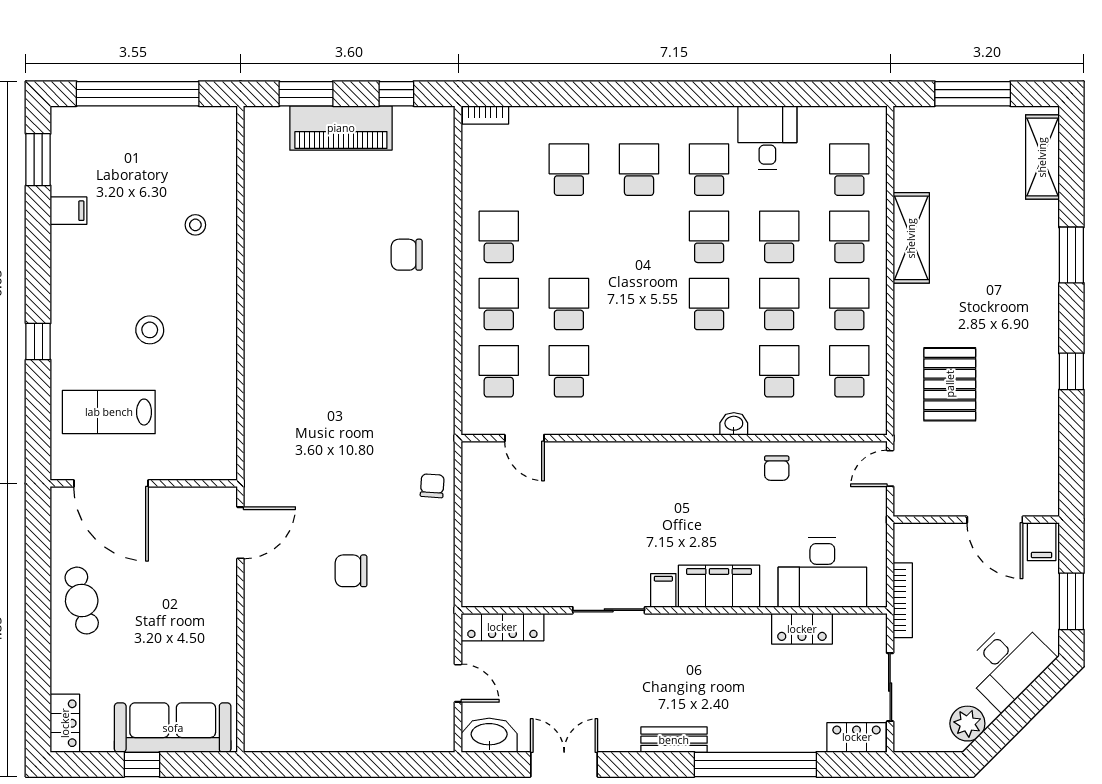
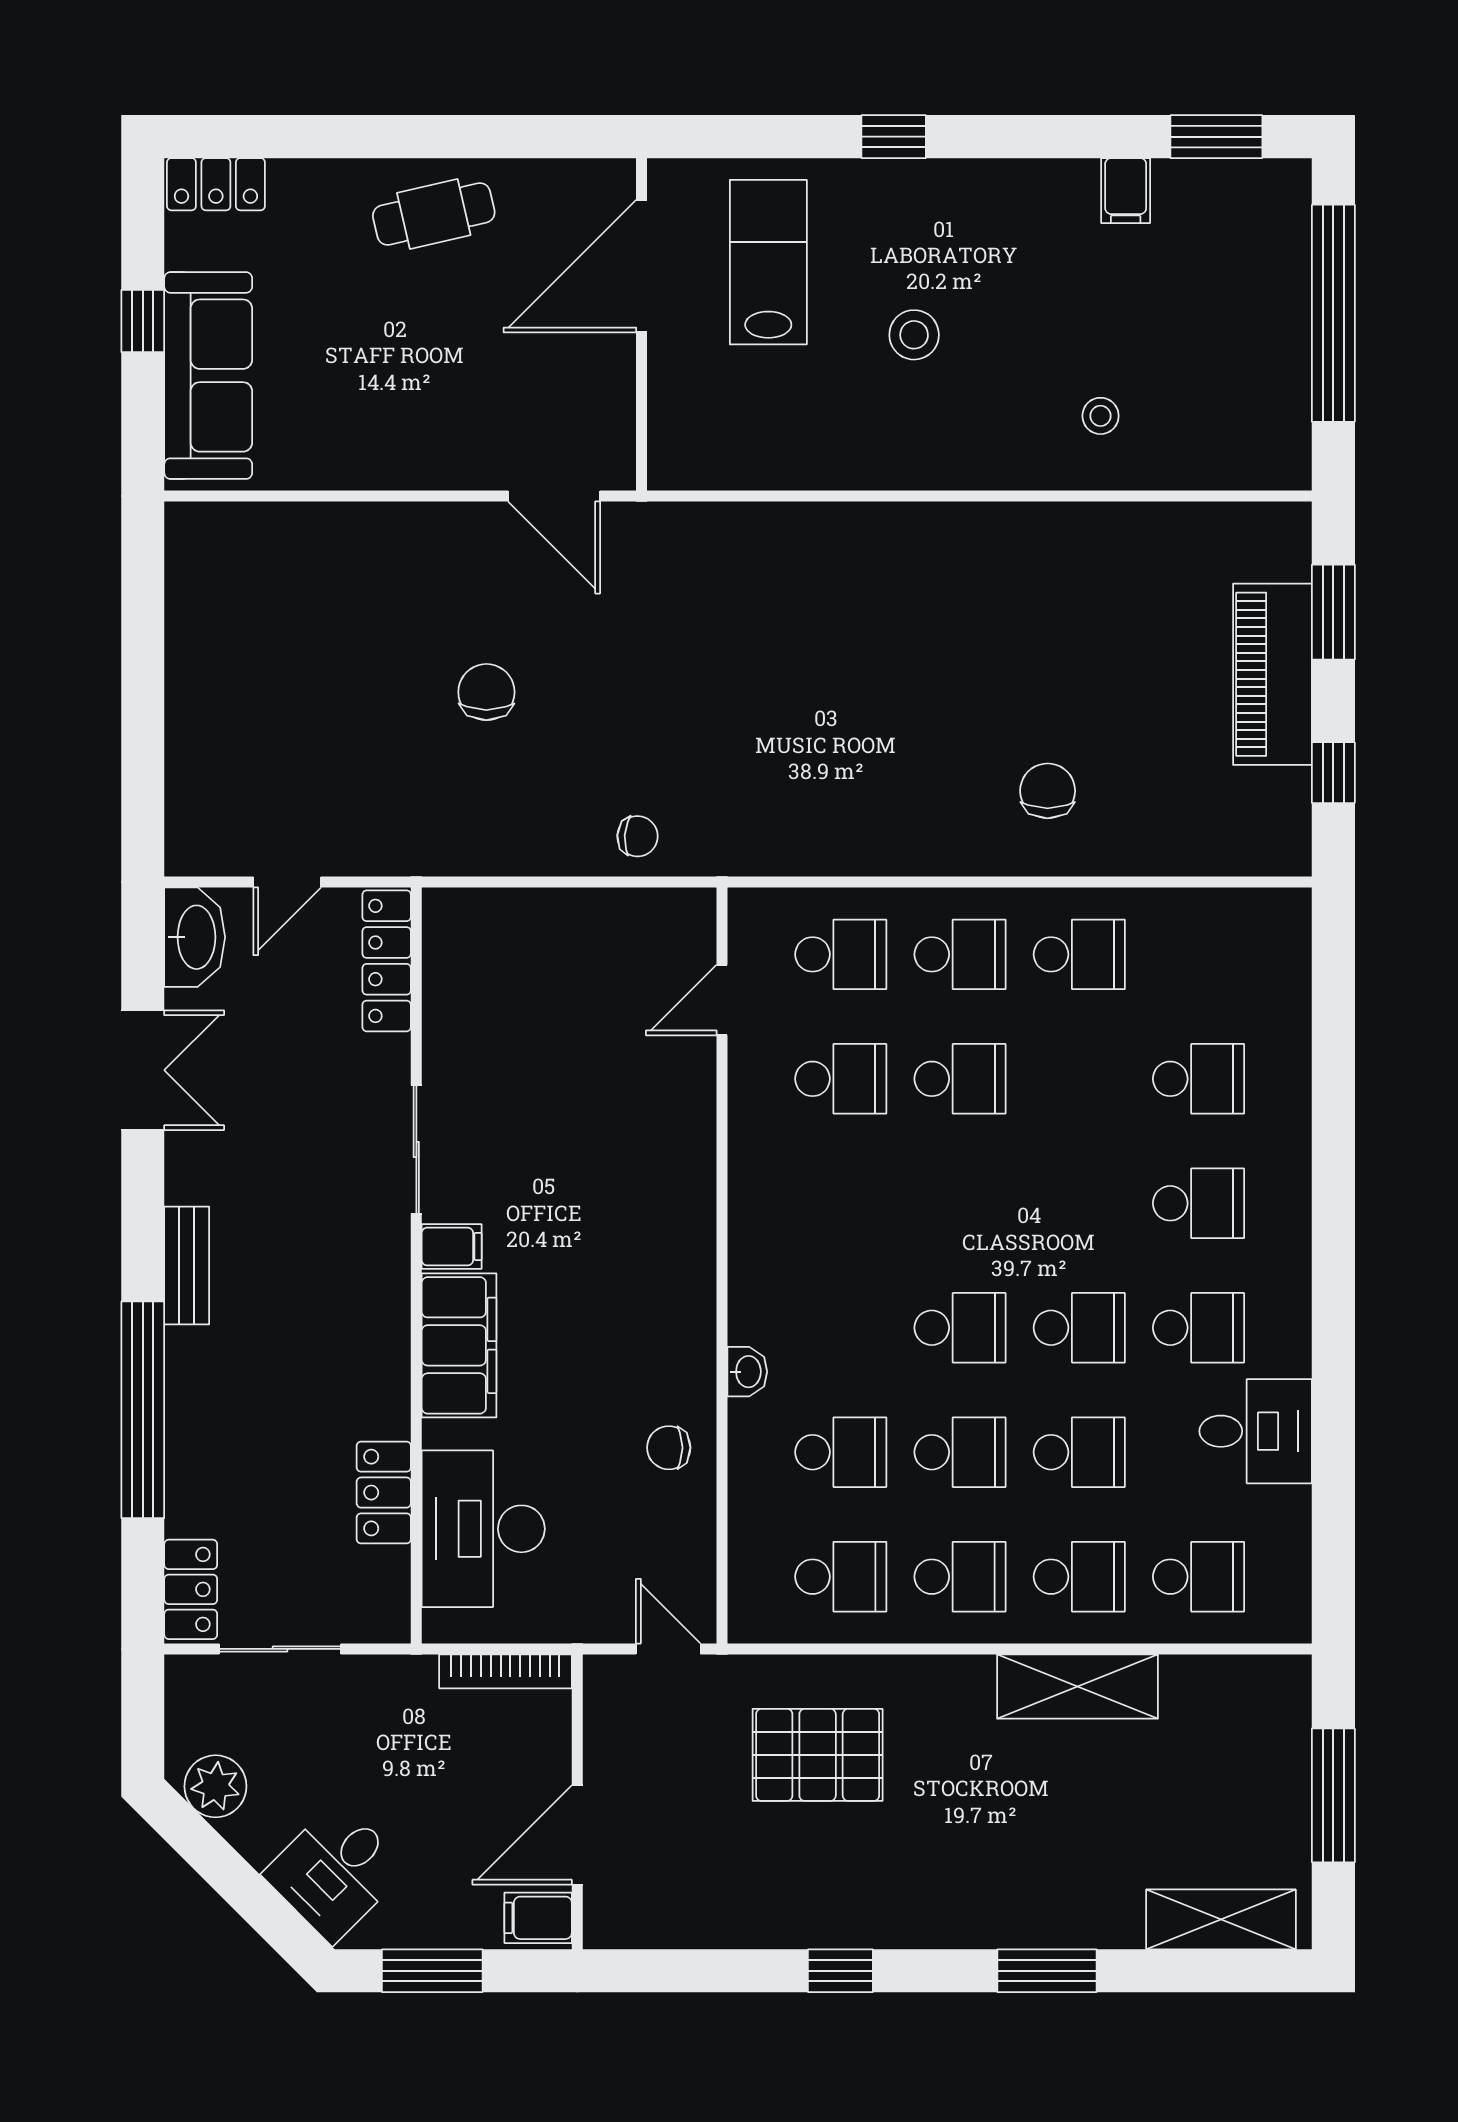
bookcase: (485, 115) -> (1296, 931), removed
bookcase: (903, 600) -> (505, 1671), moved
desk: (1008, 664) -> (335, 1872), width x0.73

